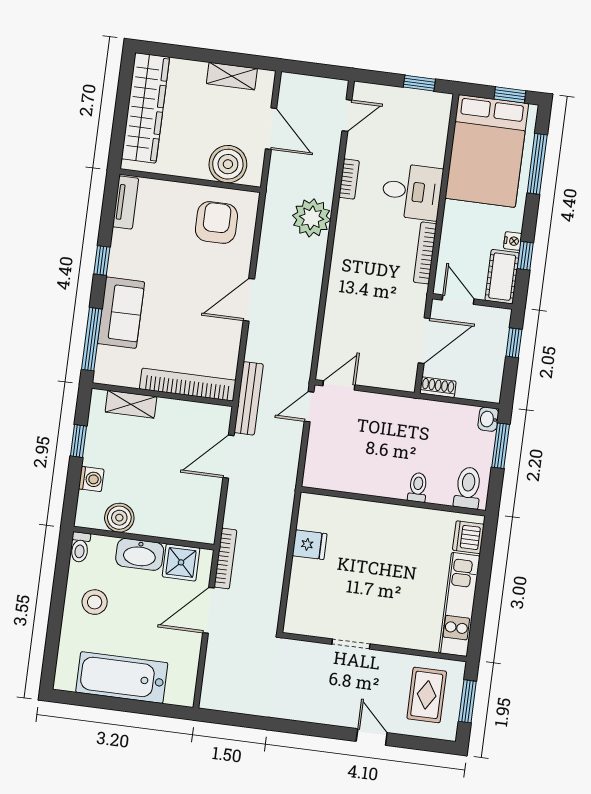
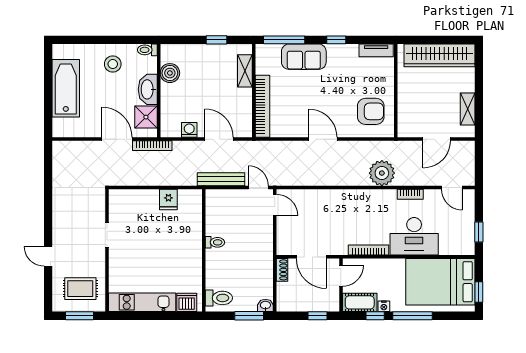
boiler: (228, 164) -> (410, 114), removed
window: (537, 164) -> (413, 316), moved
desk: (412, 192) -> (414, 236), width x1.37
bench: (249, 398) -> (221, 179), moved
washing machine: (91, 479) -> (189, 130), moved, turned 180
toilet: (418, 487) -> (215, 242), moved
door: (372, 737) -> (48, 256), swing flipped

